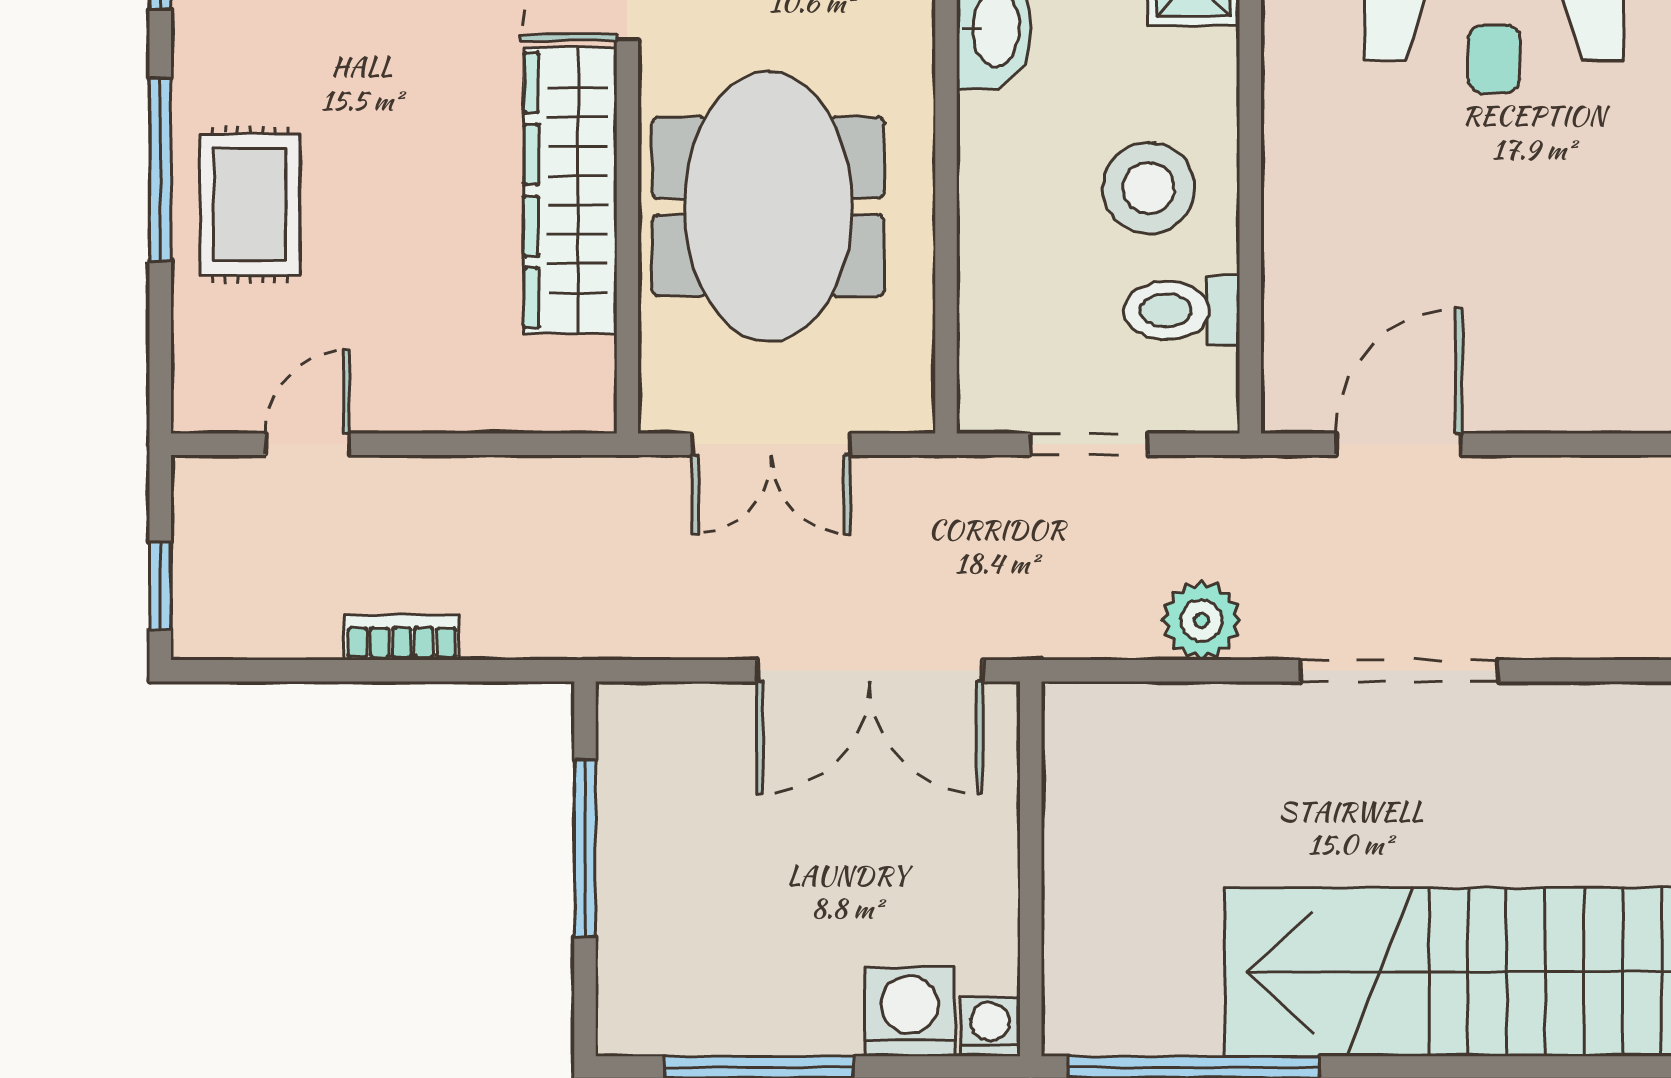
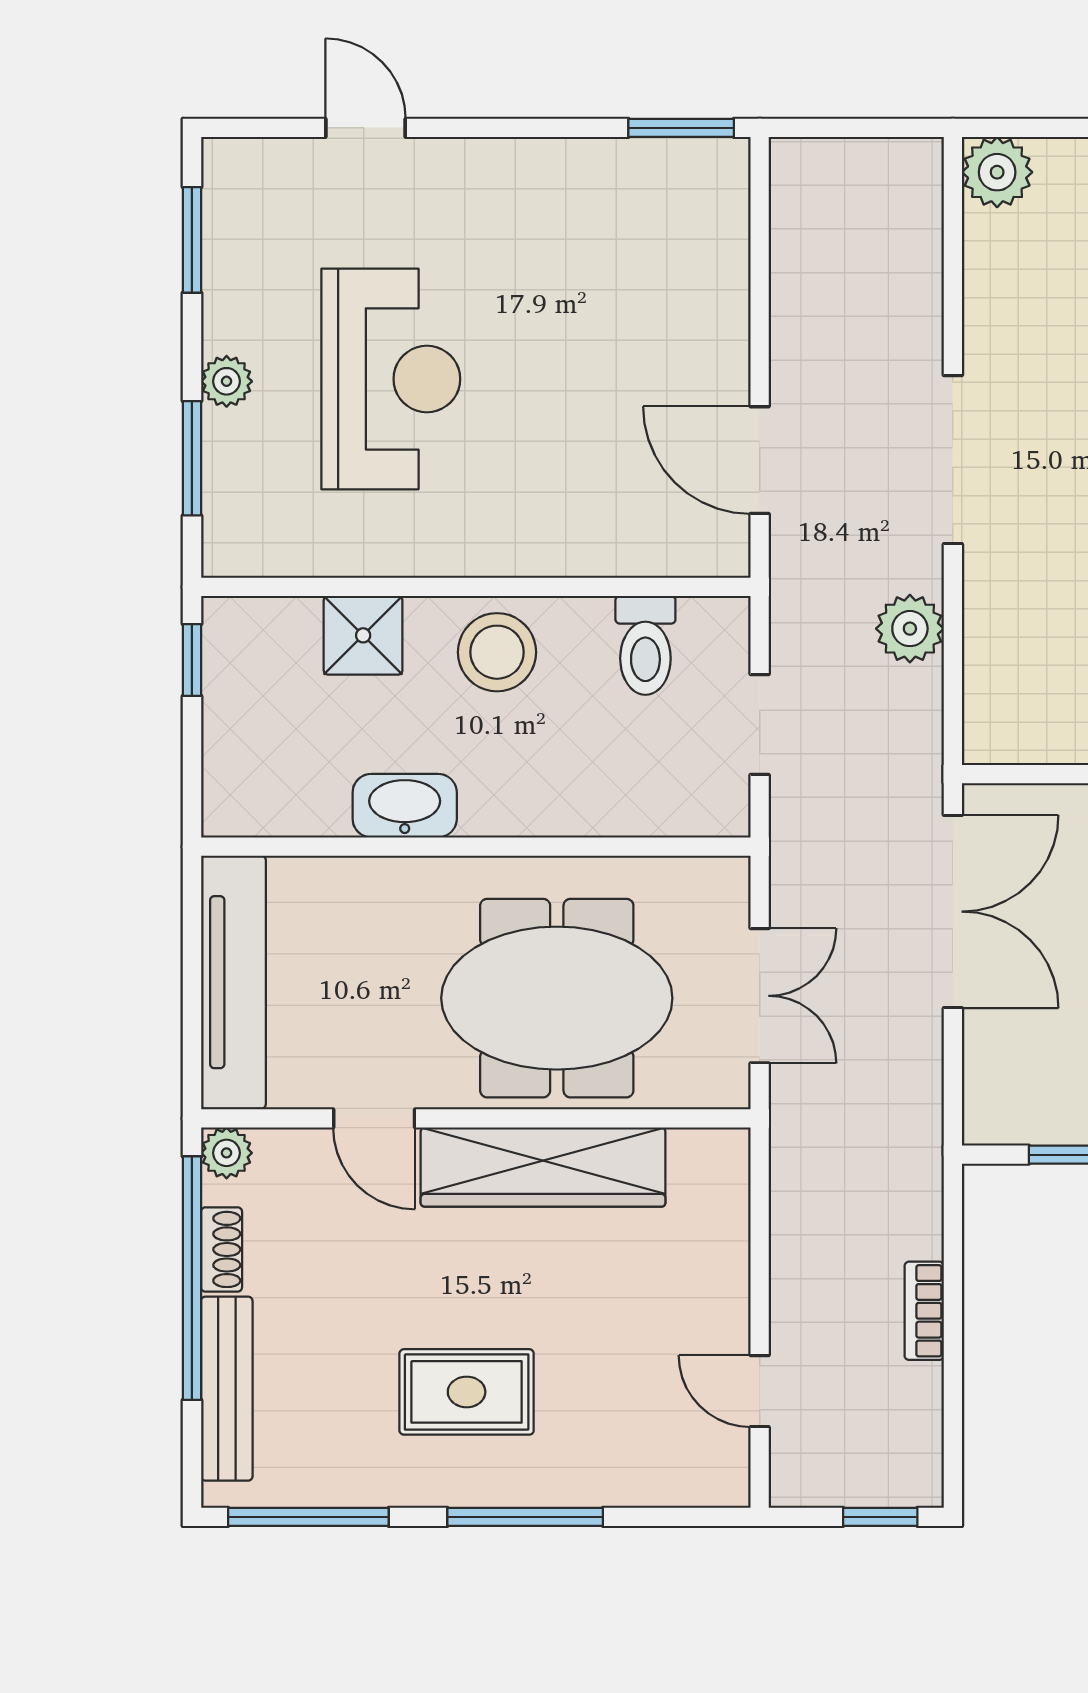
stool: (1149, 188) -> (497, 652), moved
rug: (250, 205) -> (467, 1392), moved

